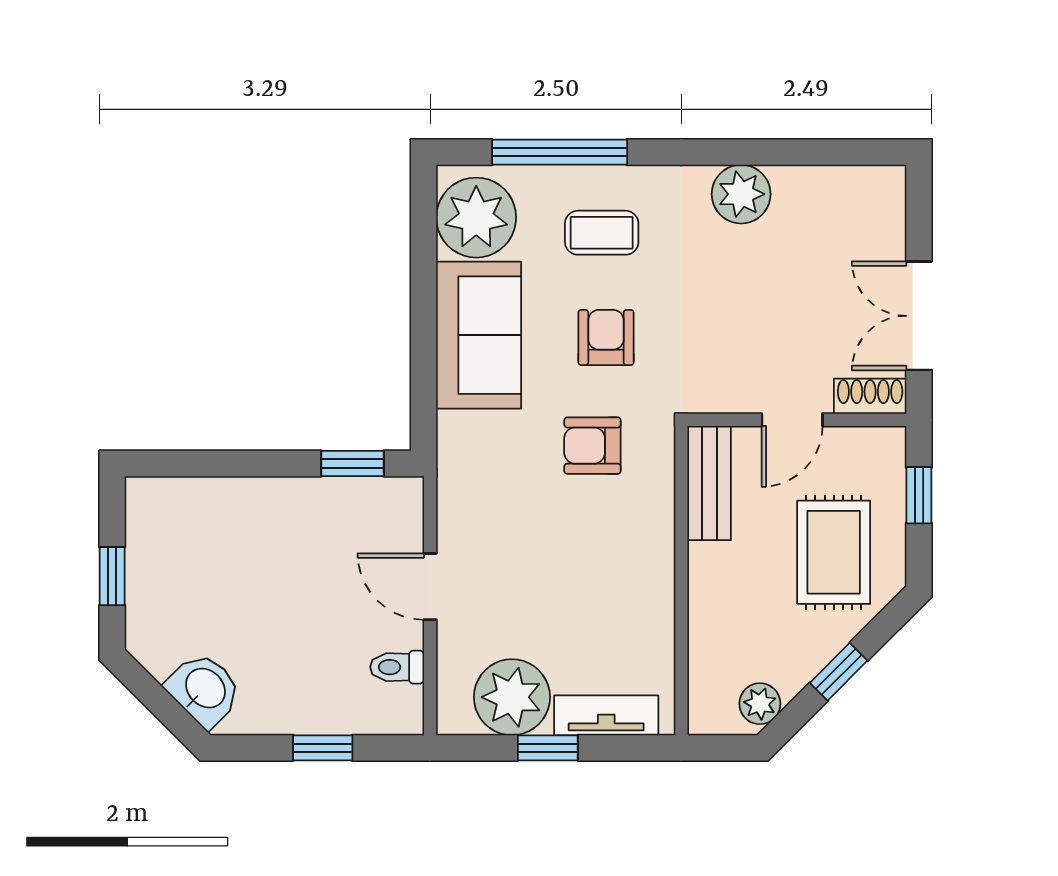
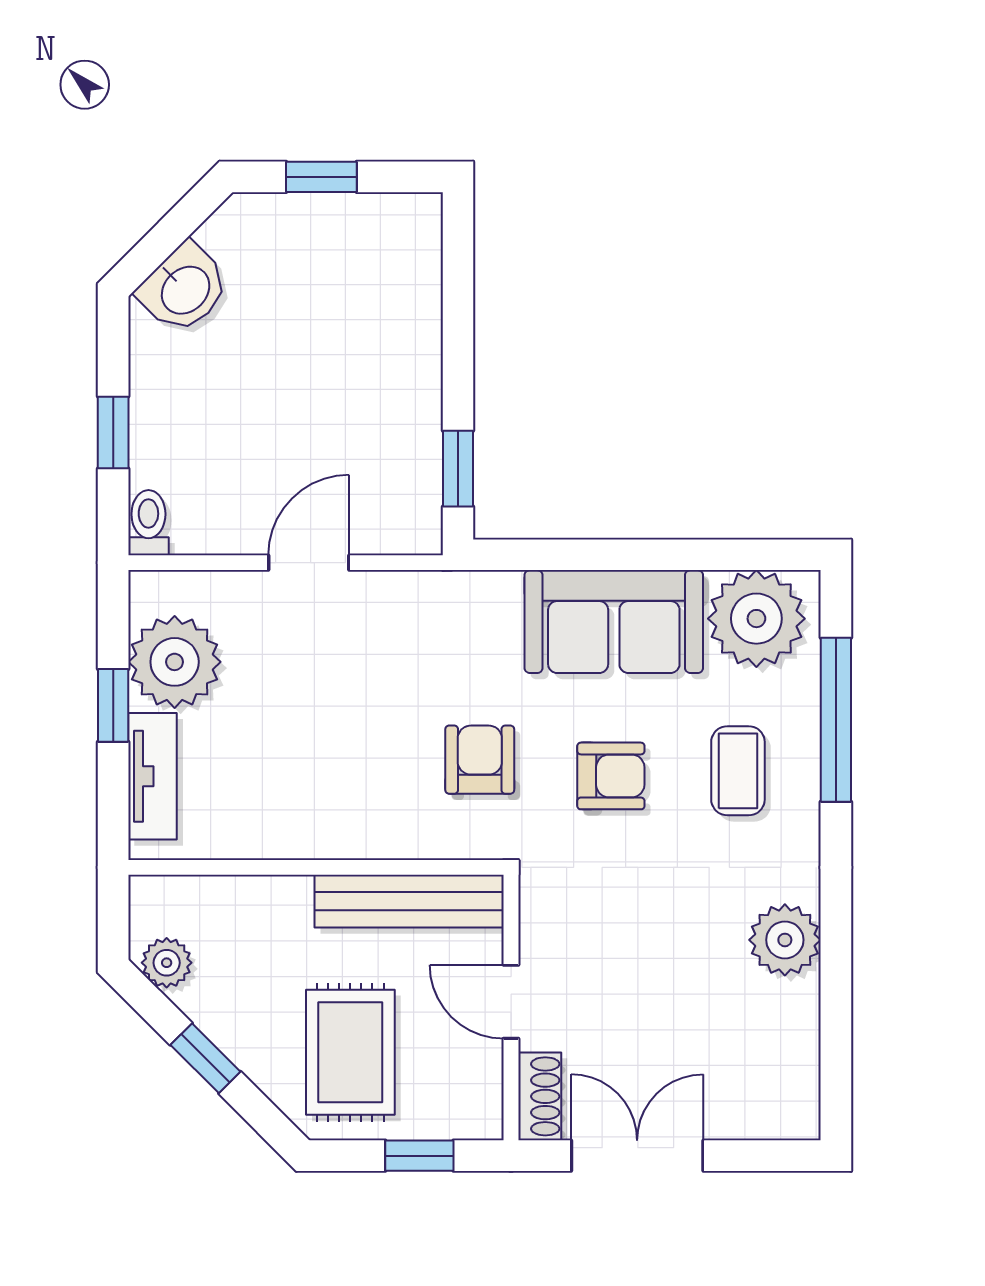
bench: (709, 483) -> (409, 901), width x1.36
rug: (834, 552) -> (350, 1052), turned 90
toilet: (397, 667) -> (148, 523), moved

